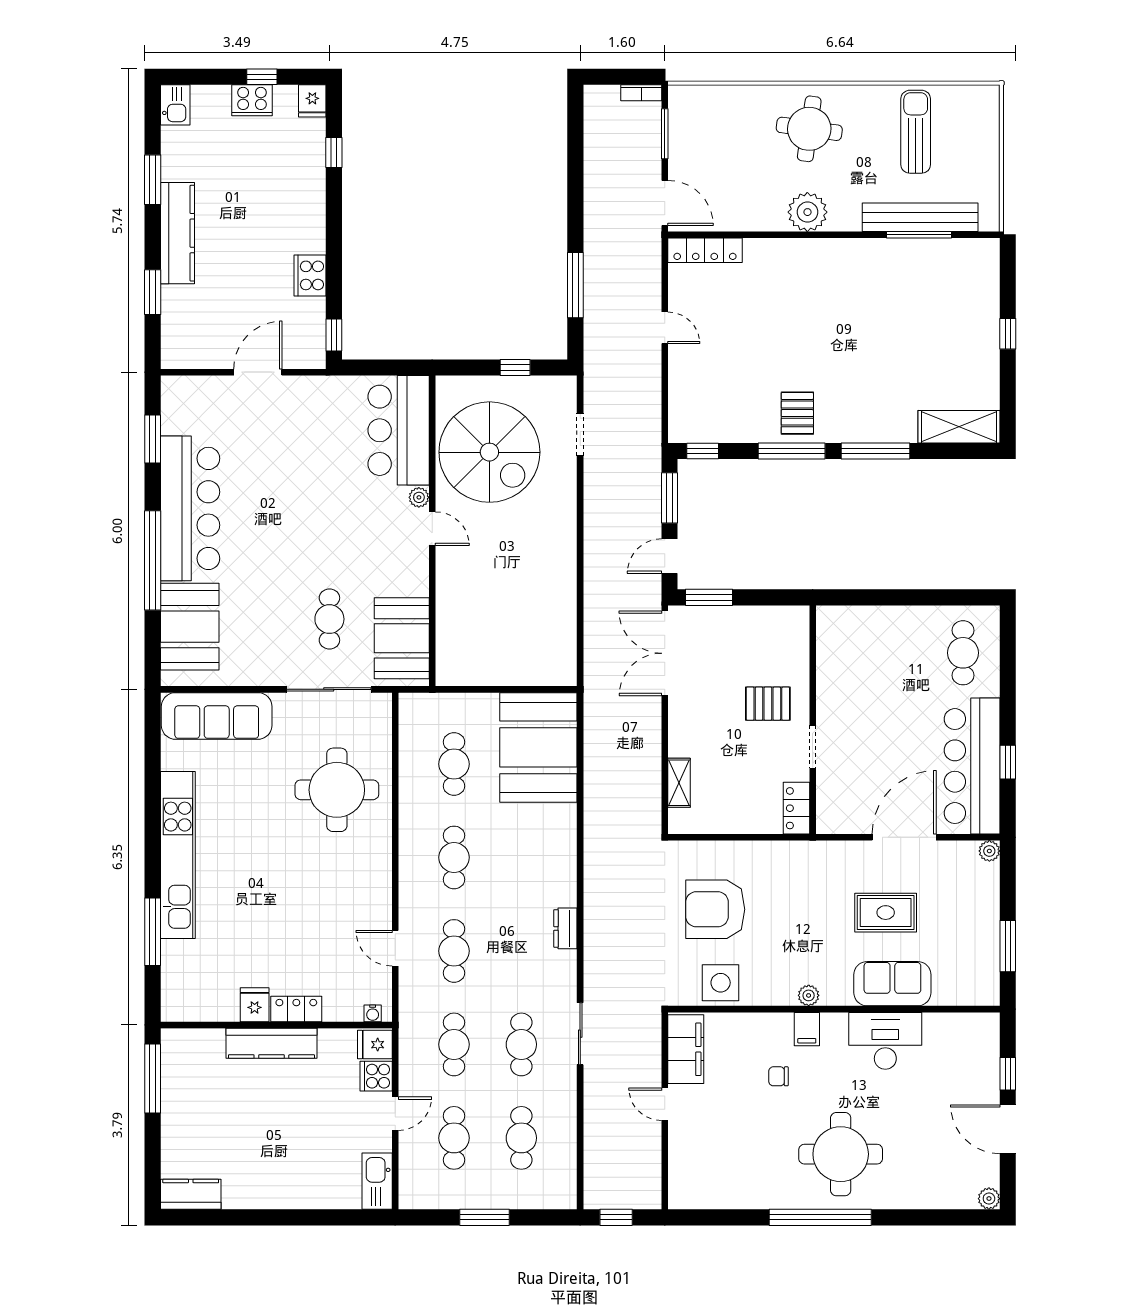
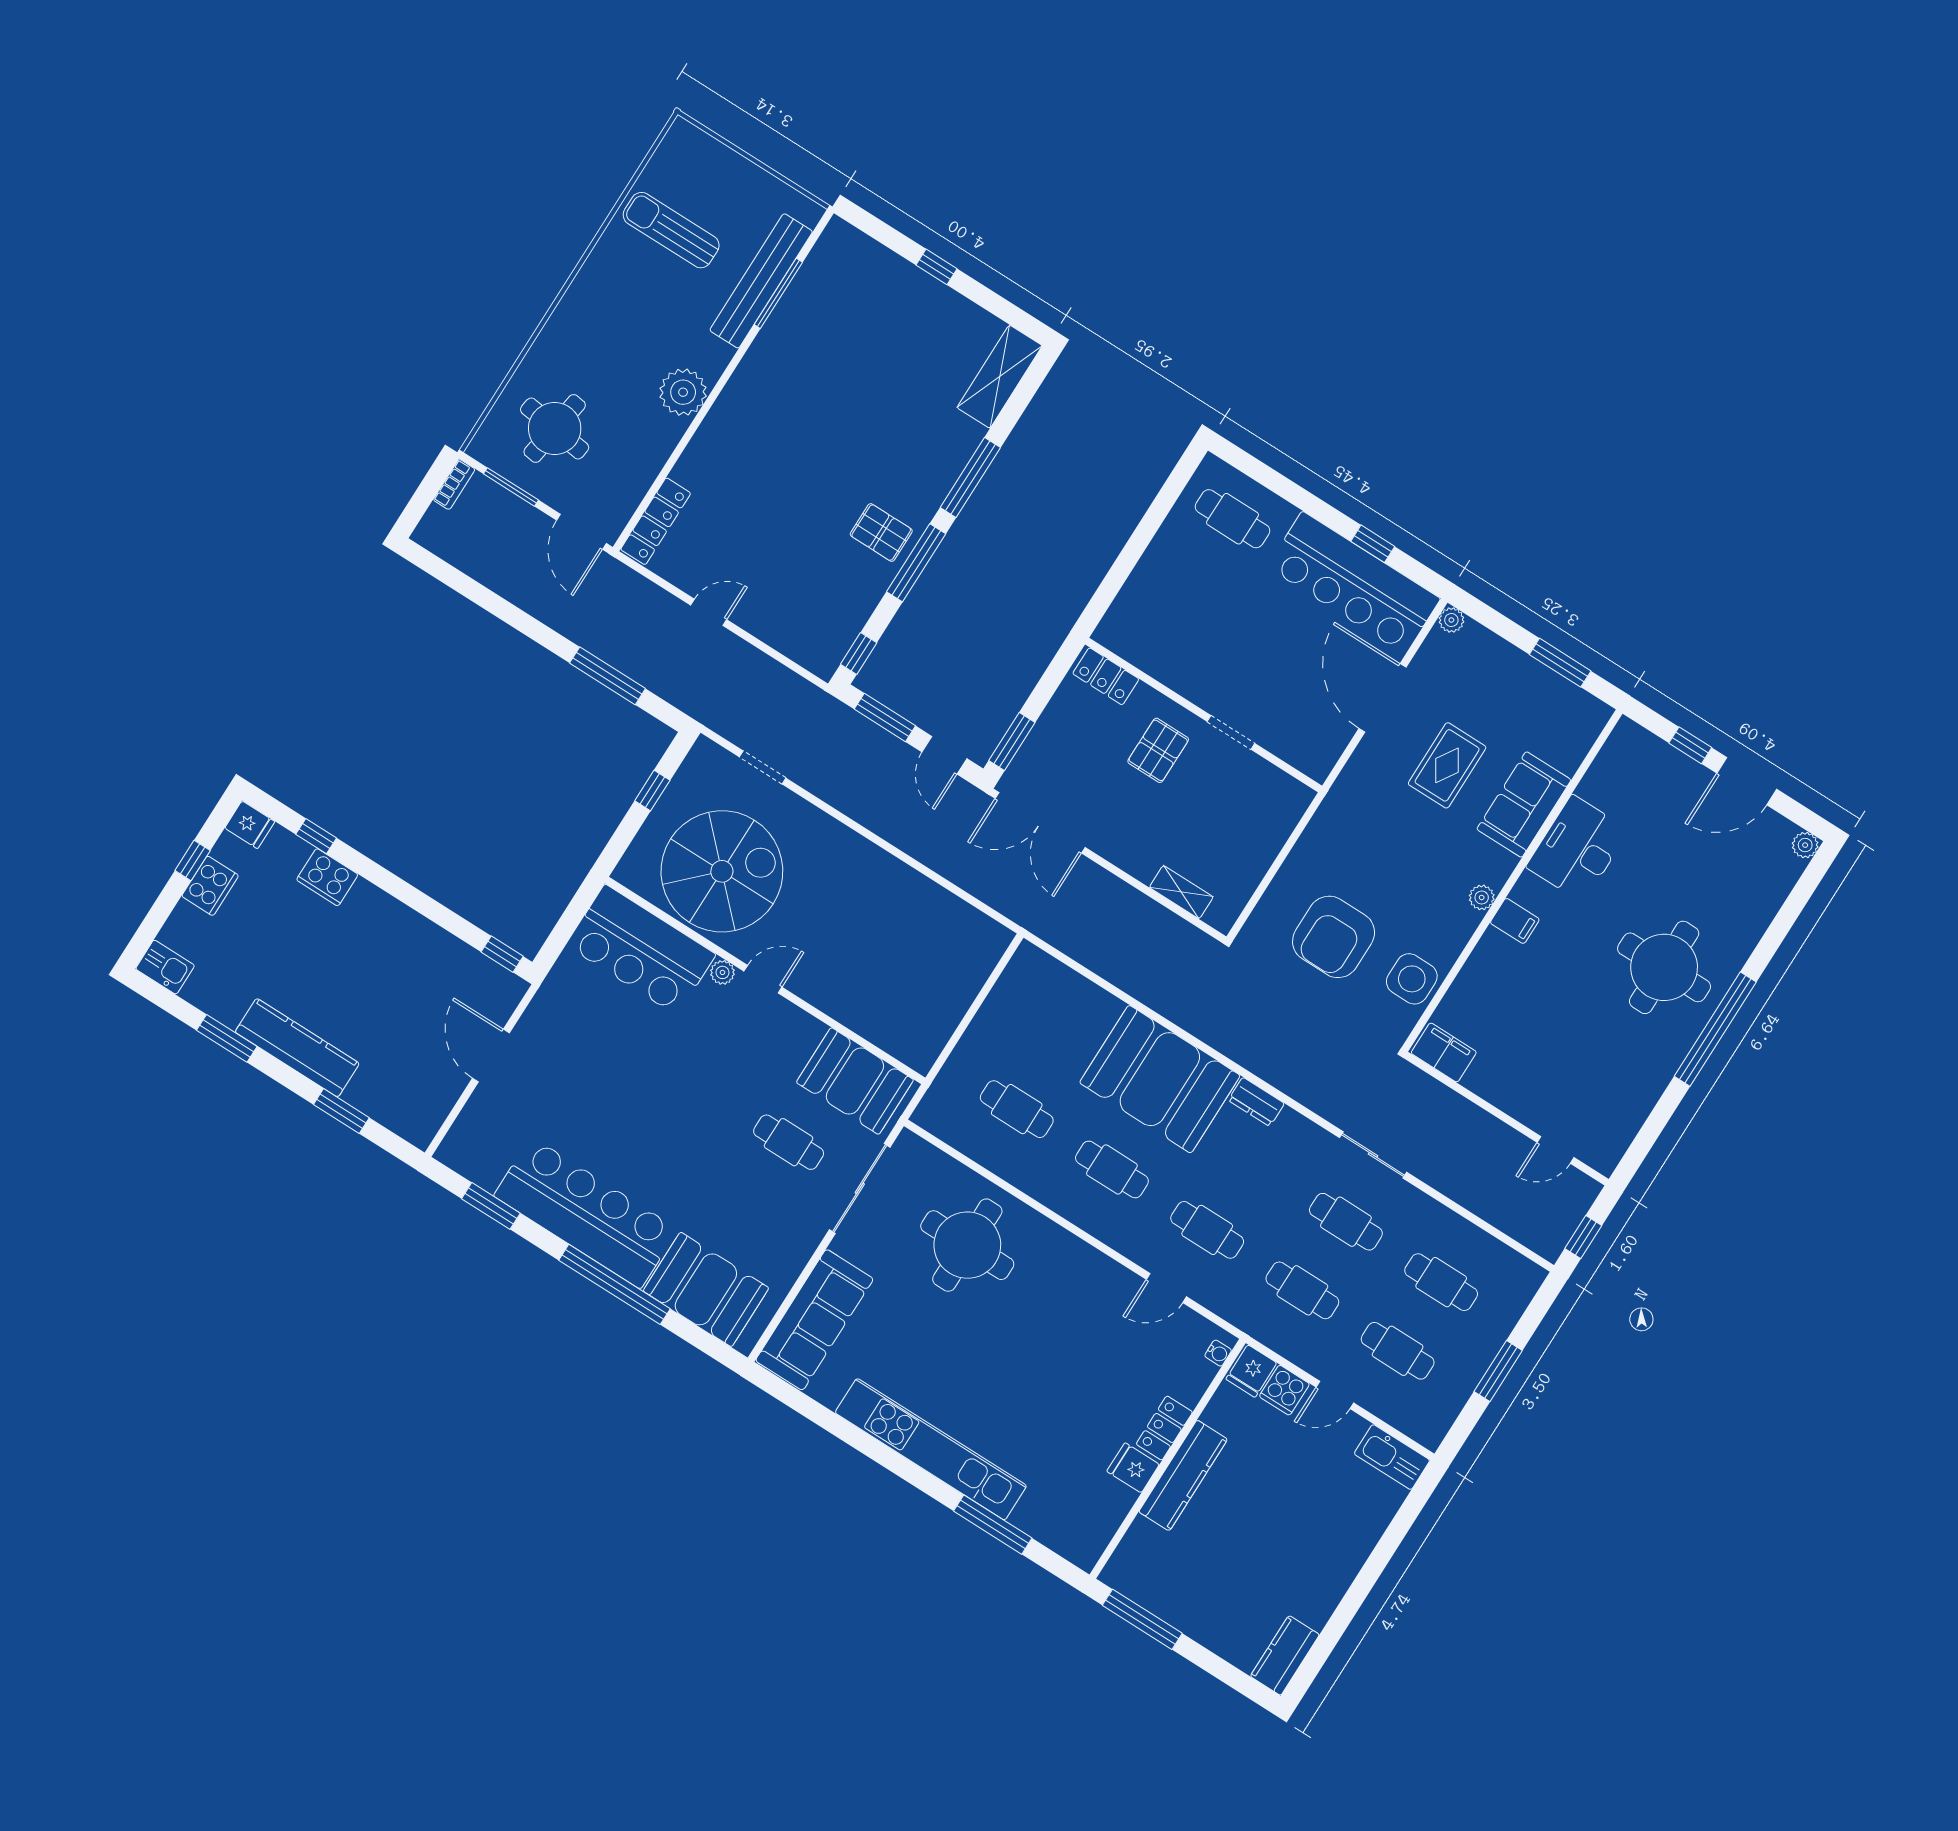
round table: (809, 129) -> (555, 428), moved
door: (665, 203) -> (581, 532), swing flipped
cooker: (310, 275) -> (327, 877), moved
booth: (538, 747) -> (1160, 1079), moved
locker: (796, 808) -> (1106, 676), moved
filing cabinet: (686, 1049) -> (1444, 1053), width x0.67, depth x0.86
chair: (778, 1076) -> (1545, 980), removed
door: (665, 1104) -> (1556, 1150), moved
door: (395, 1114) -> (1335, 1395), swing flipped

